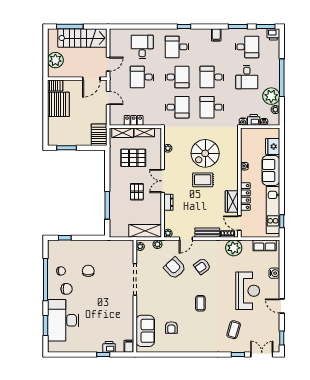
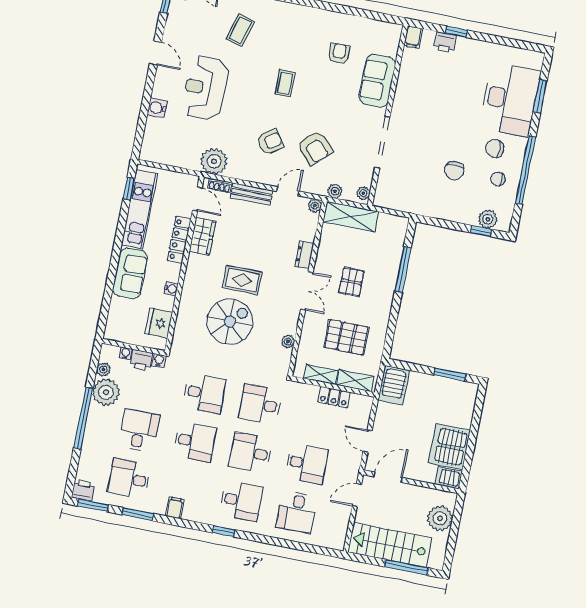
fridge: (273, 146) -> (159, 323), moved, turned 180
row of seats: (265, 245) -> (164, 155), removed
plant: (62, 246) -> (488, 219), added
sofa: (145, 331) -> (377, 81), moved

